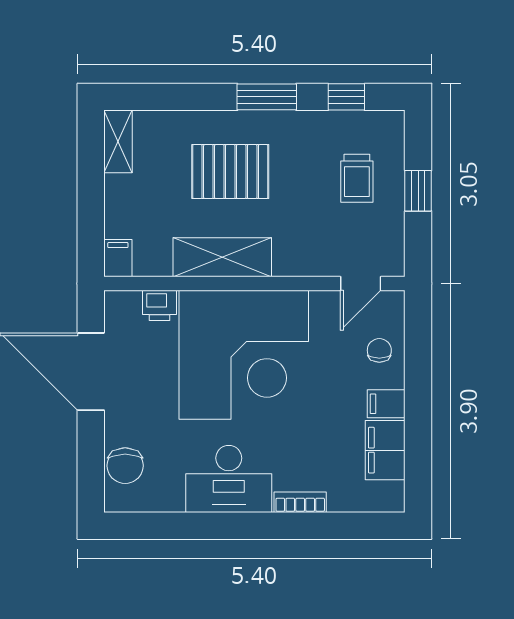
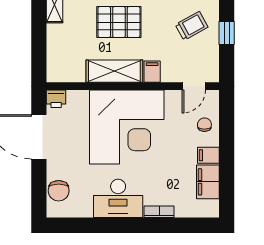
trolley: (357, 178) -> (192, 26), turned -119
filing cabinet: (118, 258) -> (152, 72), moved
printer: (160, 305) -> (56, 99), moved

